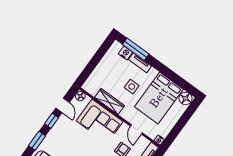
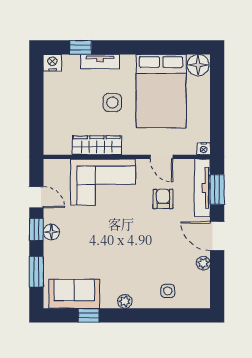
window: (136, 49) -> (81, 47), width x0.46
nightstand: (125, 53) -> (52, 63), moved
floor lamp: (80, 96) -> (51, 232), moved

